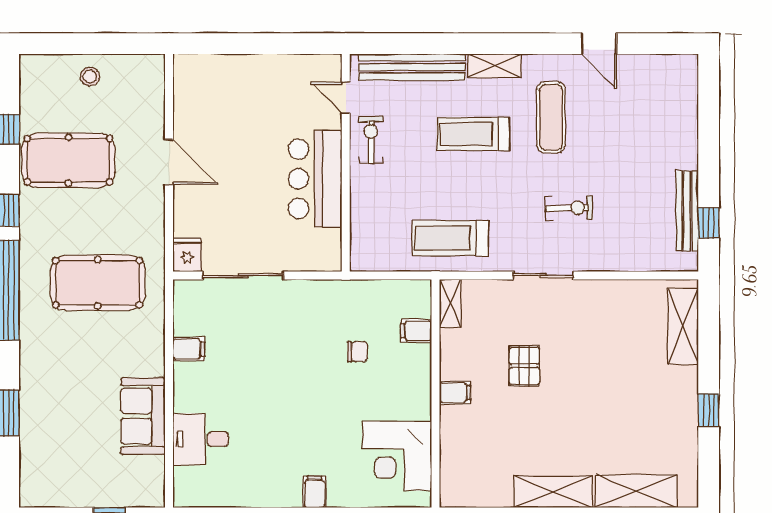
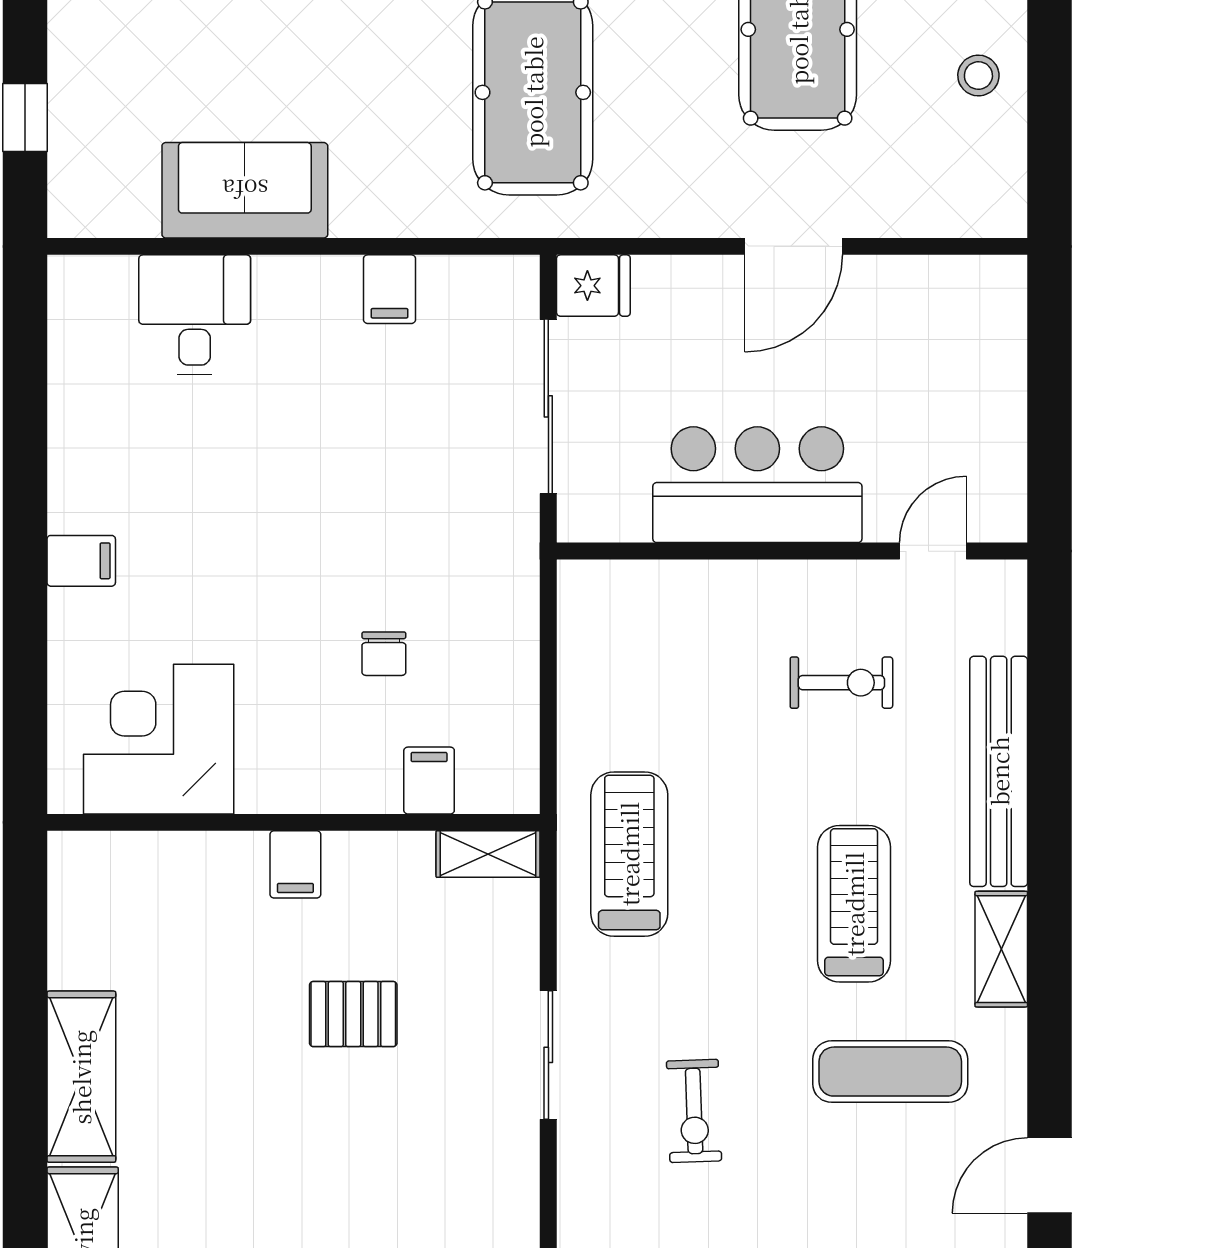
door: (346, 97) -> (933, 551), moved
wall: (346, 163) -> (792, 551), moved
bar counter: (315, 179) -> (757, 485), moved

